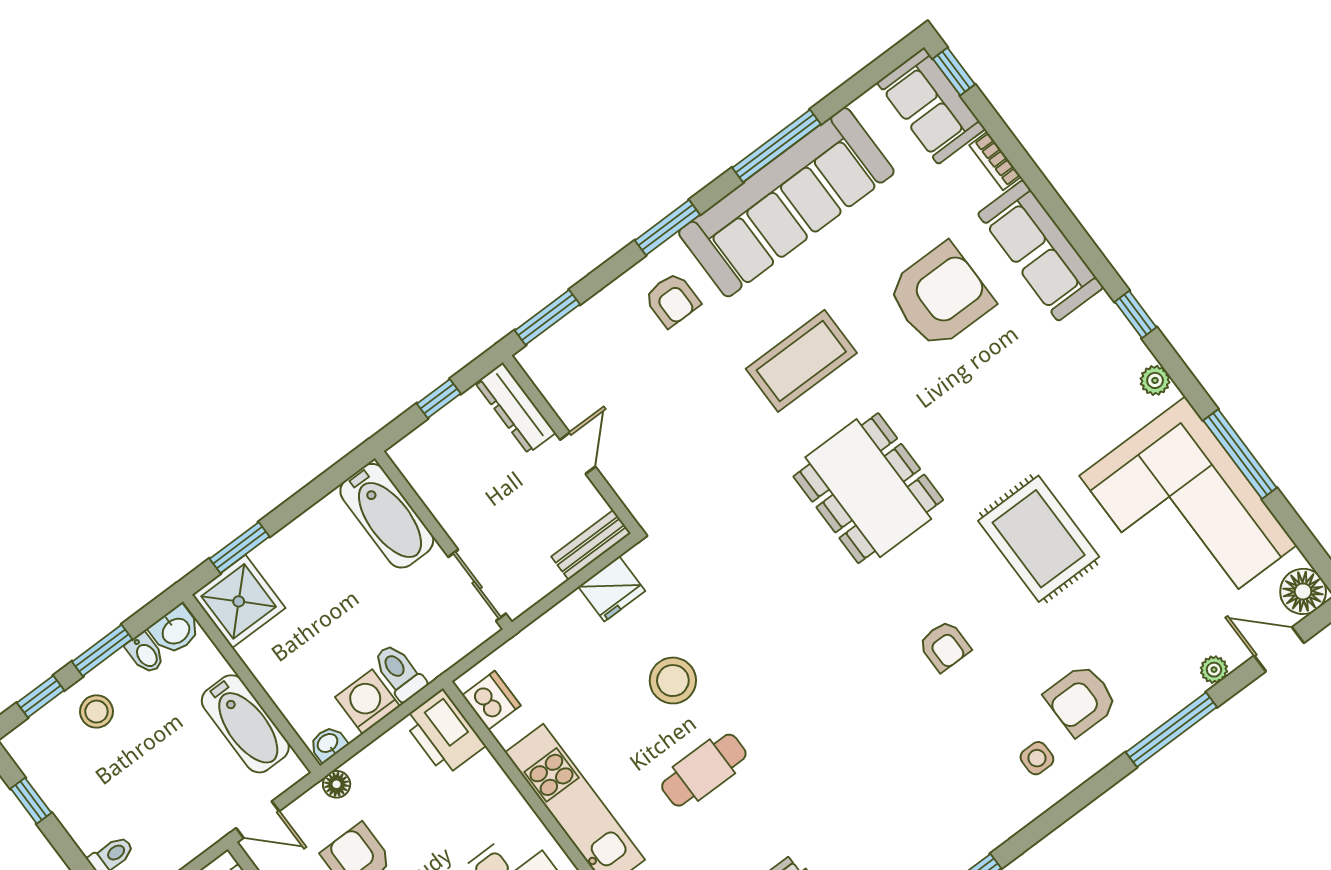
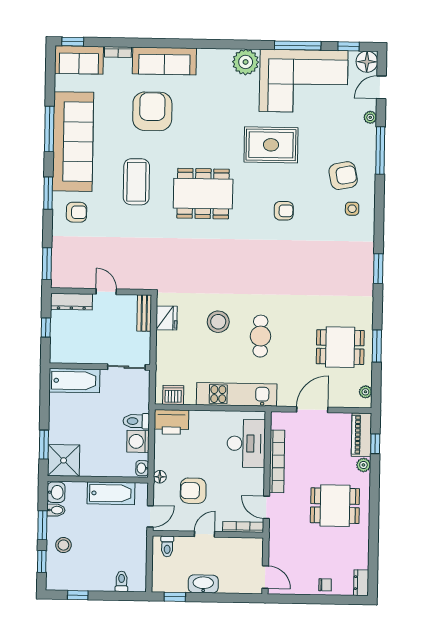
window: (1136, 314) -> (349, 46), moved
plant: (1155, 380) -> (246, 62), width x1.88, depth x1.88
armchair: (1081, 700) -> (343, 176), turned -101

